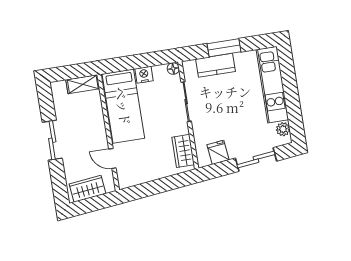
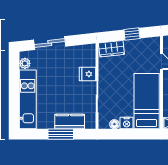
floor lamp: (173, 69) -> (114, 124), moved
wardrobe: (183, 151) -> (111, 49), moved, turned 84
fridge: (218, 152) -> (88, 74), moved, turned 96
window: (155, 187) -> (132, 34), added

